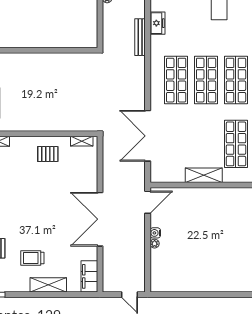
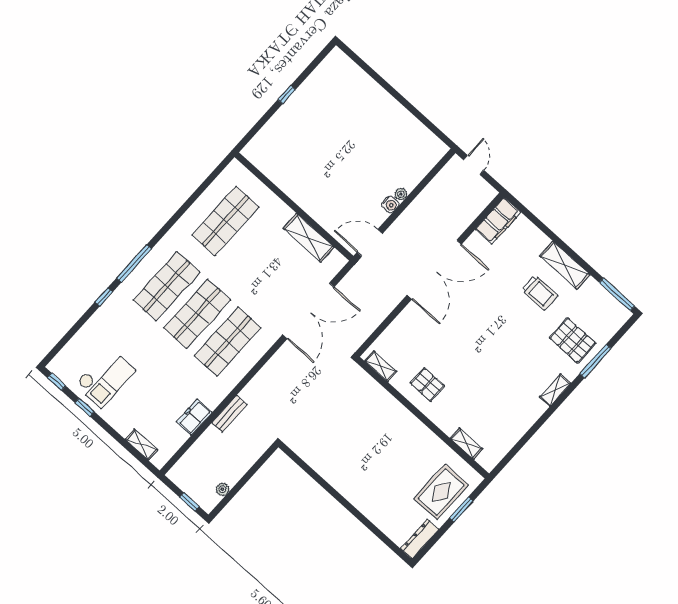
bench: (140, 37) -> (229, 414), width x0.73
shelving: (204, 175) -> (309, 238), moved
shelving: (48, 285) -> (565, 265), moved

